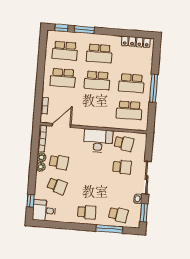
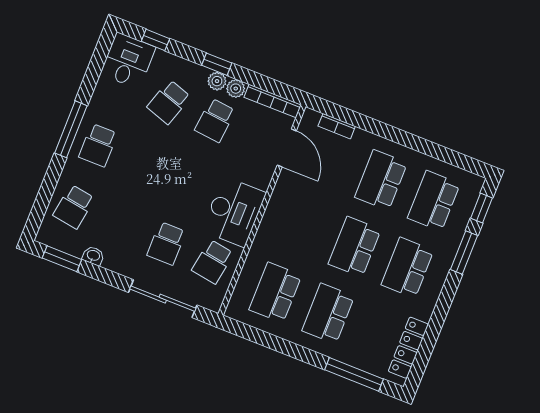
window: (154, 88) -> (354, 374), moved
window: (33, 169) -> (217, 64), added
sliding door: (147, 178) -> (163, 299), moved
window: (109, 229) -> (71, 129), moved

